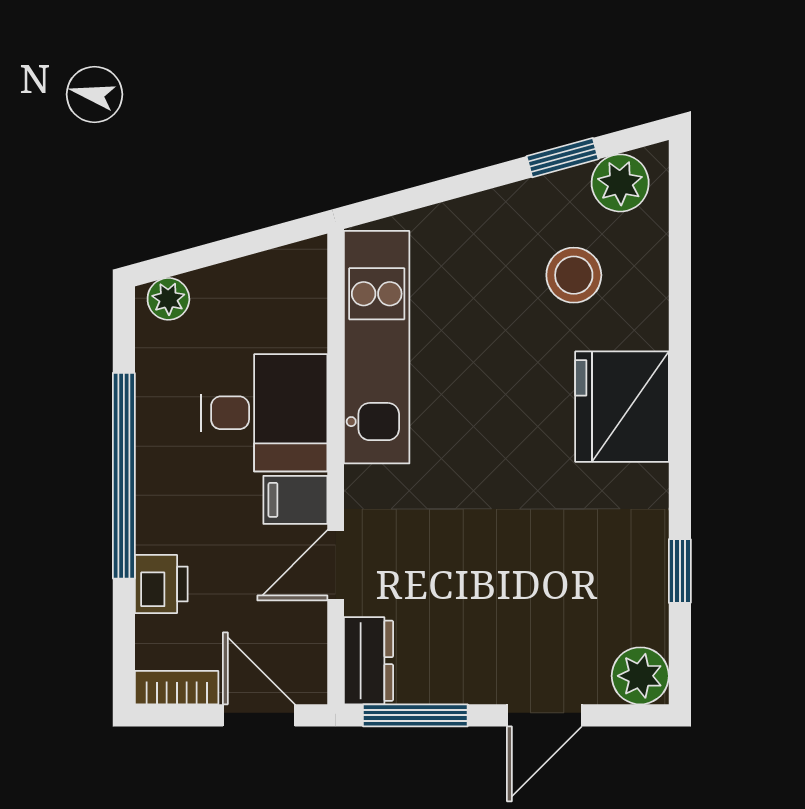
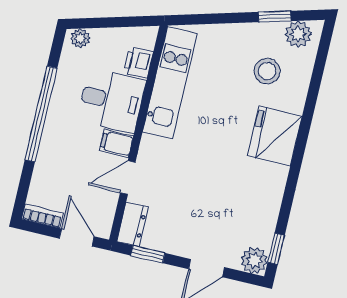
window: (680, 571) -> (276, 249), moved
printer: (161, 584) -> (138, 62), moved, turned 180
window: (415, 715) -> (148, 254), width x0.67

